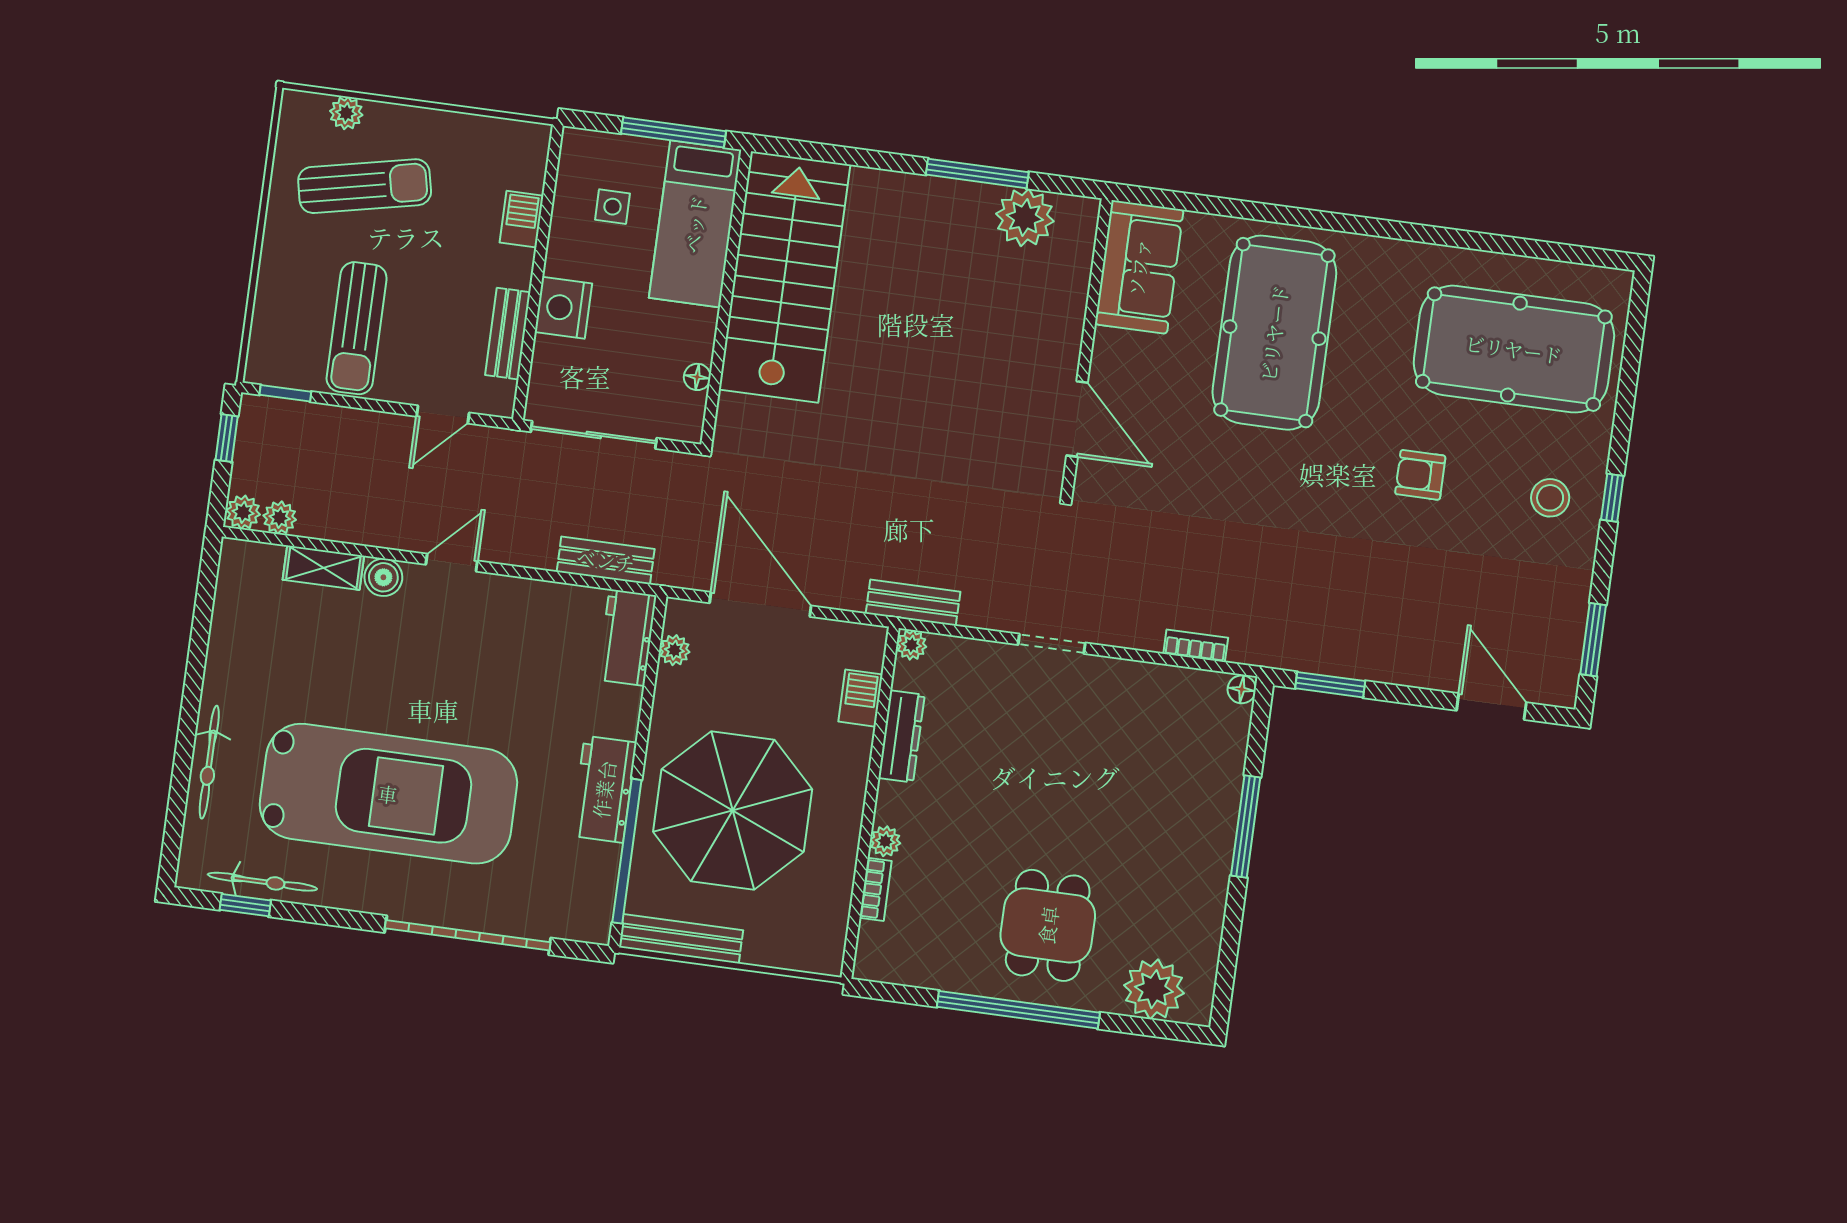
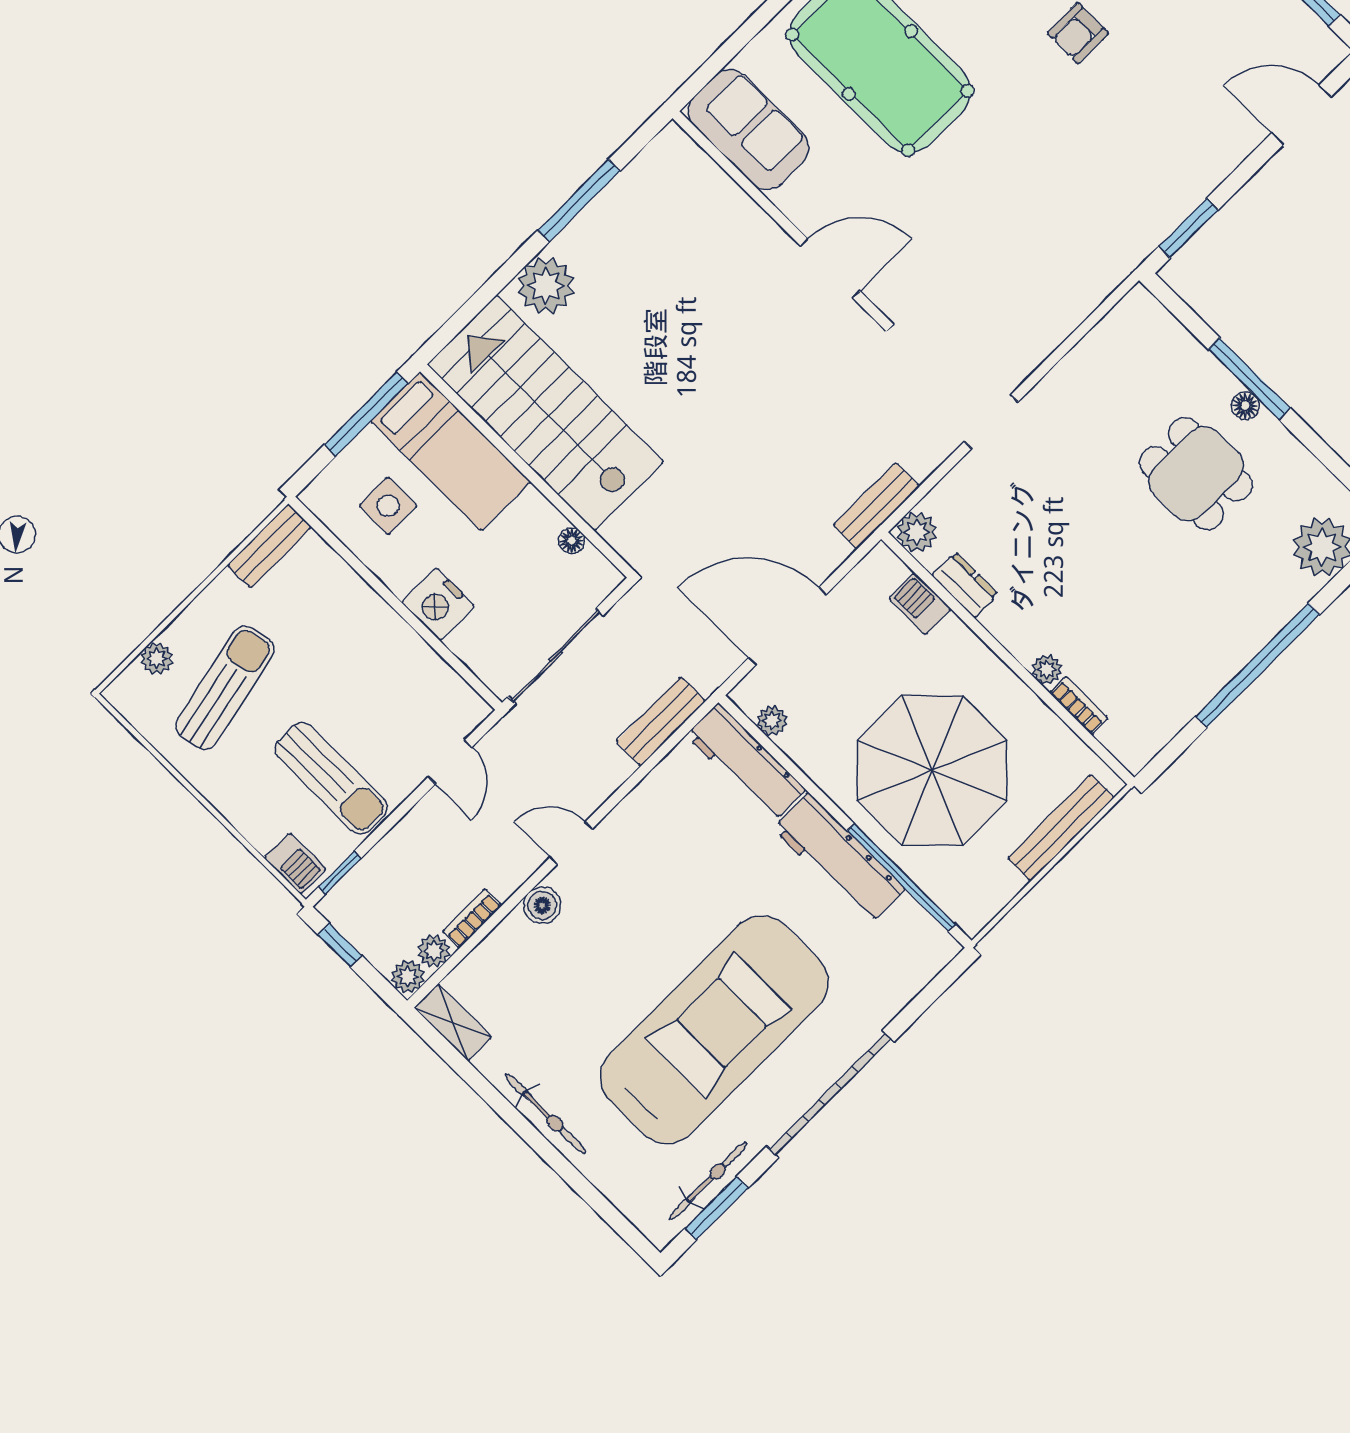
side table: (612, 207) -> (388, 506), width x1.37, depth x1.37
plant: (1025, 217) -> (546, 286), moved
barbecue: (521, 219) -> (295, 863), moved, turned 180
bench: (508, 334) -> (269, 546), moved, turned 90
door: (452, 563) -> (571, 843), hinge flipped
shelving: (323, 568) -> (453, 1022), moved, turned 90
workbench: (627, 638) -> (746, 762), width x1.38
plant: (912, 645) -> (917, 532), width x1.38, depth x1.38
bookcase: (1196, 646) -> (472, 919), moved
floor lamp: (1242, 689) -> (1245, 406), moved
dresser: (902, 736) -> (965, 585), width x0.70
bicycle: (209, 762) -> (545, 1114), moved
workbench: (604, 789) -> (839, 859), width x1.38
window: (245, 905) -> (717, 1208), width x1.50
dining table: (1048, 925) -> (1196, 474), moved
garage door: (468, 935) -> (830, 1094), moved
bench: (681, 939) -> (1061, 828), moved

